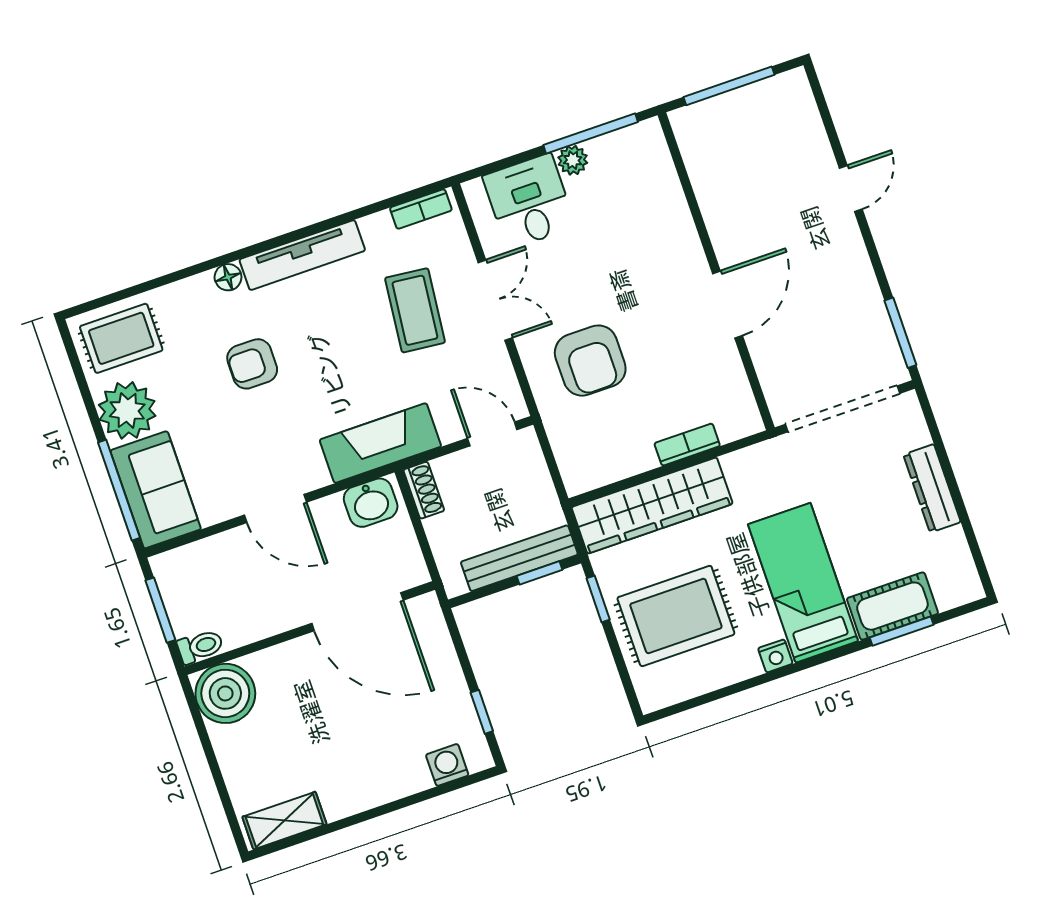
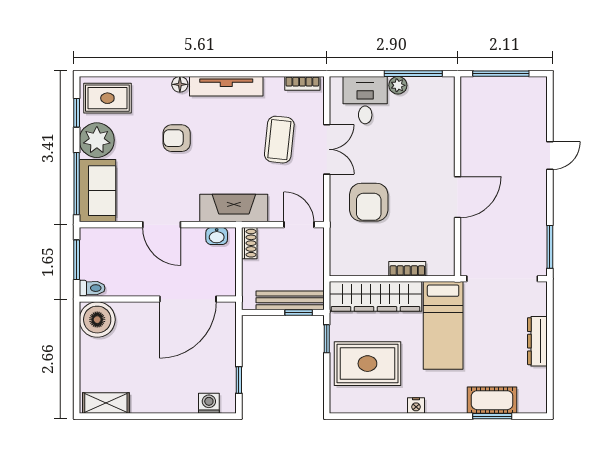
window: (80, 378) -> (77, 113), added
washbasin: (371, 503) -> (217, 236), width x0.72, depth x0.69
bed: (803, 583) -> (443, 325), moved, turned 180
door: (357, 612) -> (188, 299), hinge flipped

